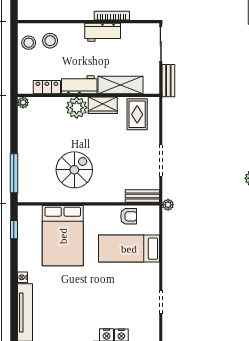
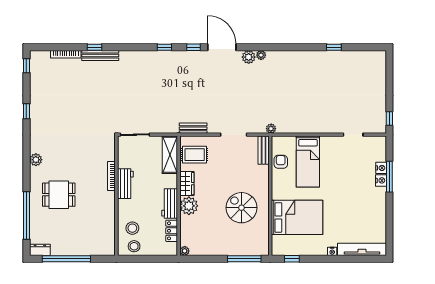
bench: (168, 81) -> (193, 128), moved
shelving: (120, 85) -> (170, 155), moved

